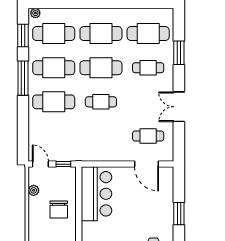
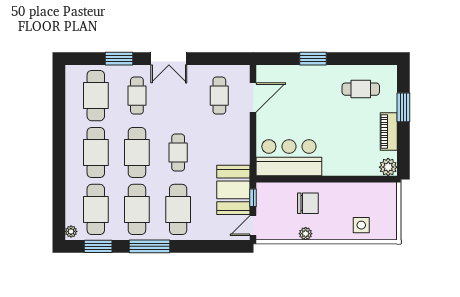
double door: (179, 107) -> (169, 59), moved
booth: (70, 148) -> (233, 190), added
plant: (34, 190) -> (306, 234), moved

